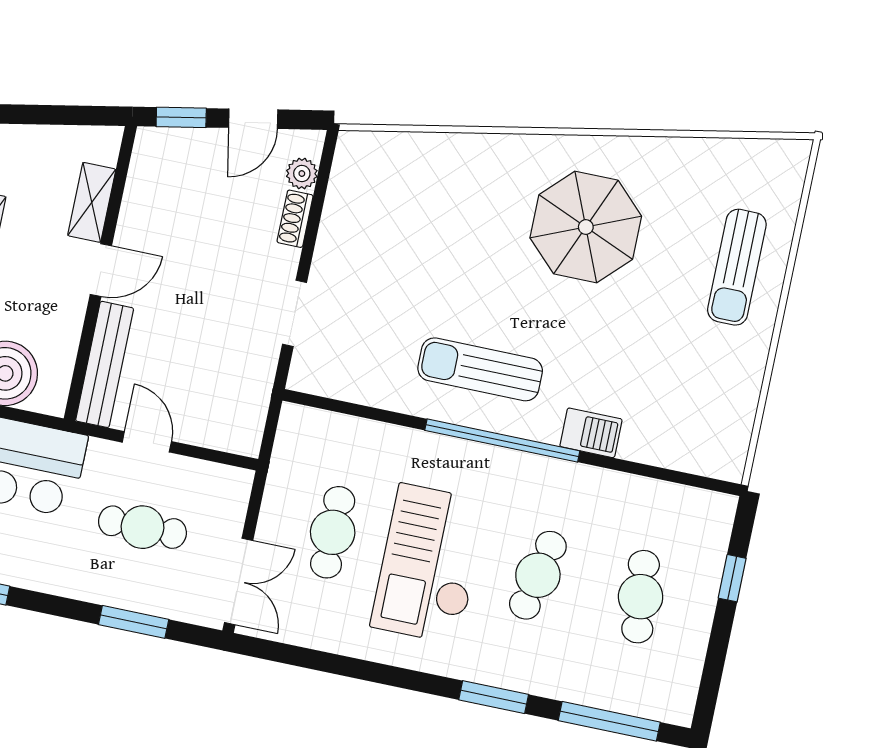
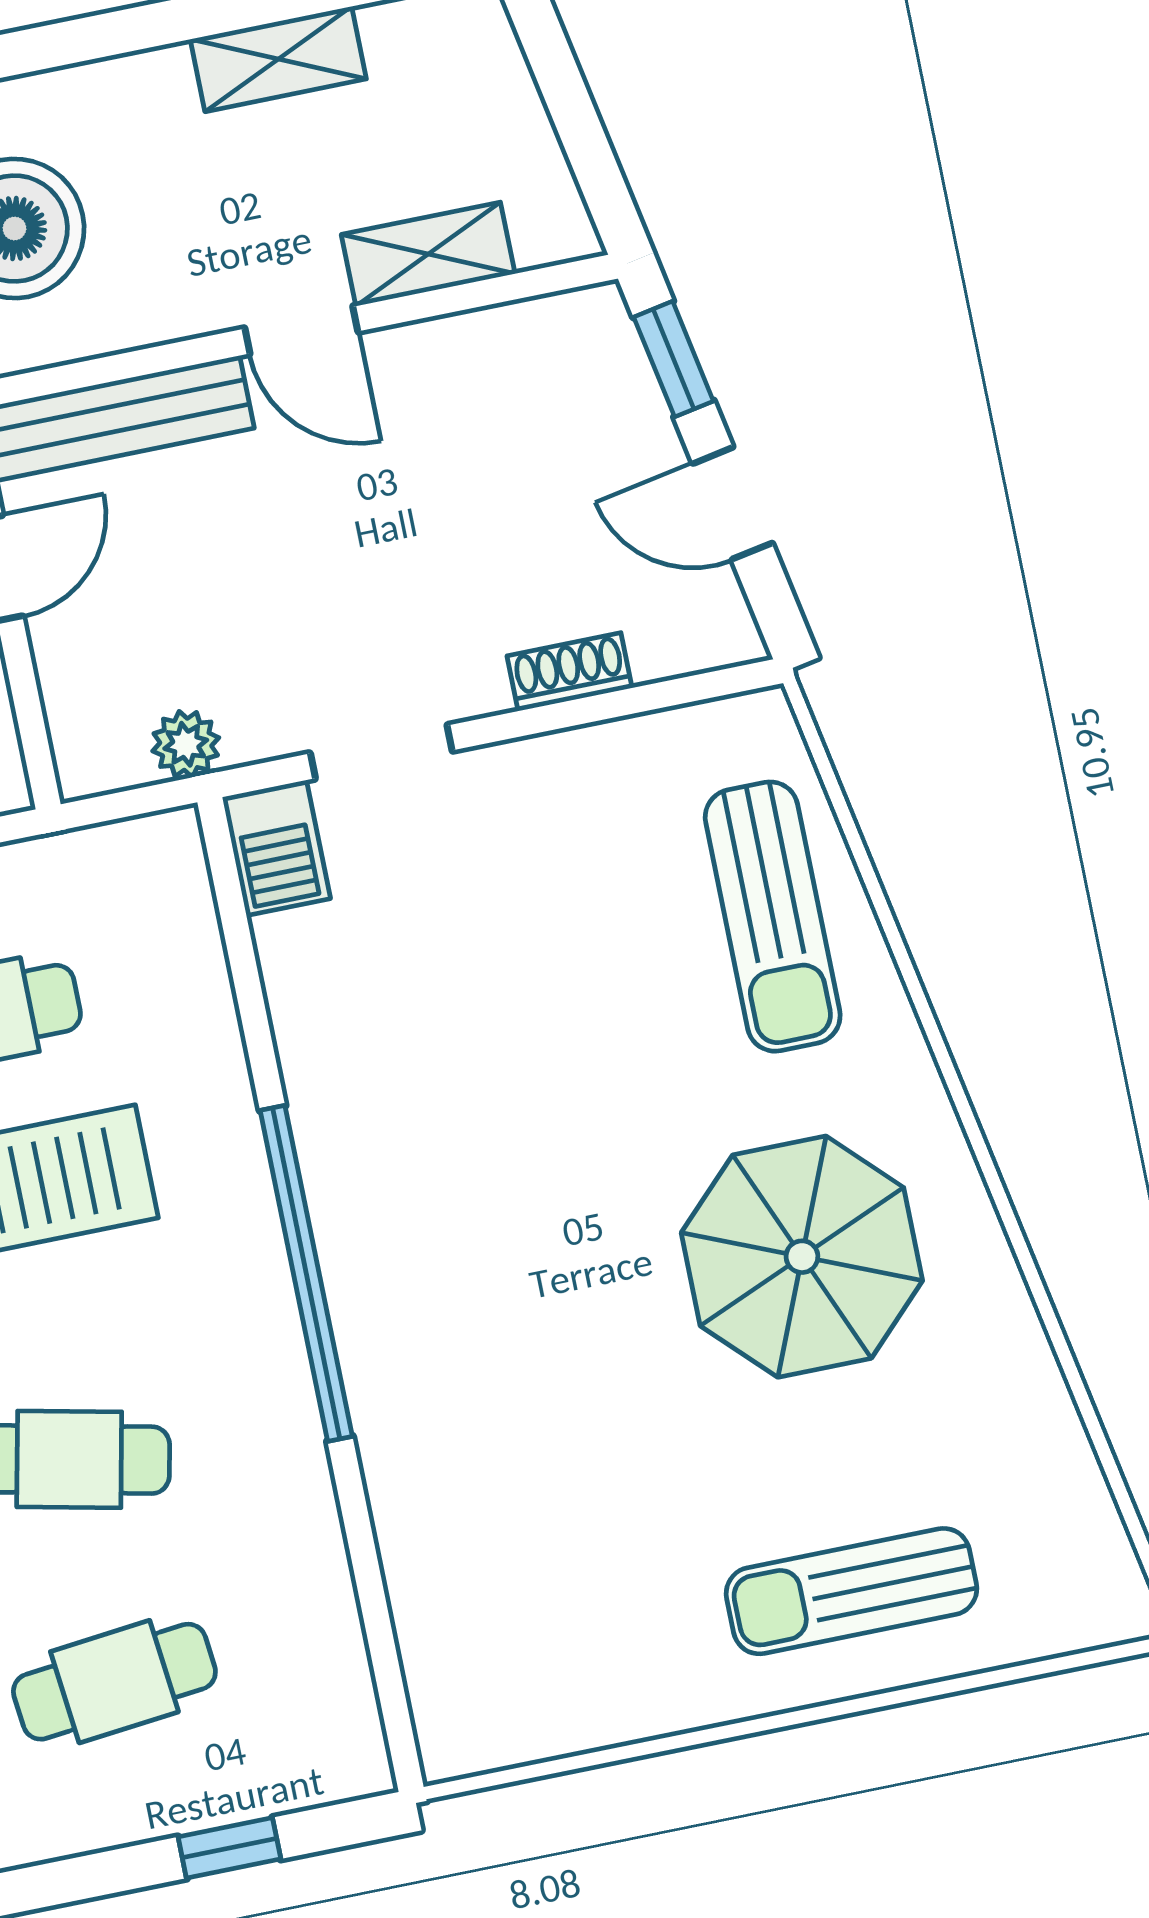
plant: (302, 174) -> (186, 744), moved
sun lounger: (480, 369) -> (773, 917), moved, turned 180
barbecue: (591, 433) -> (276, 848), moved

